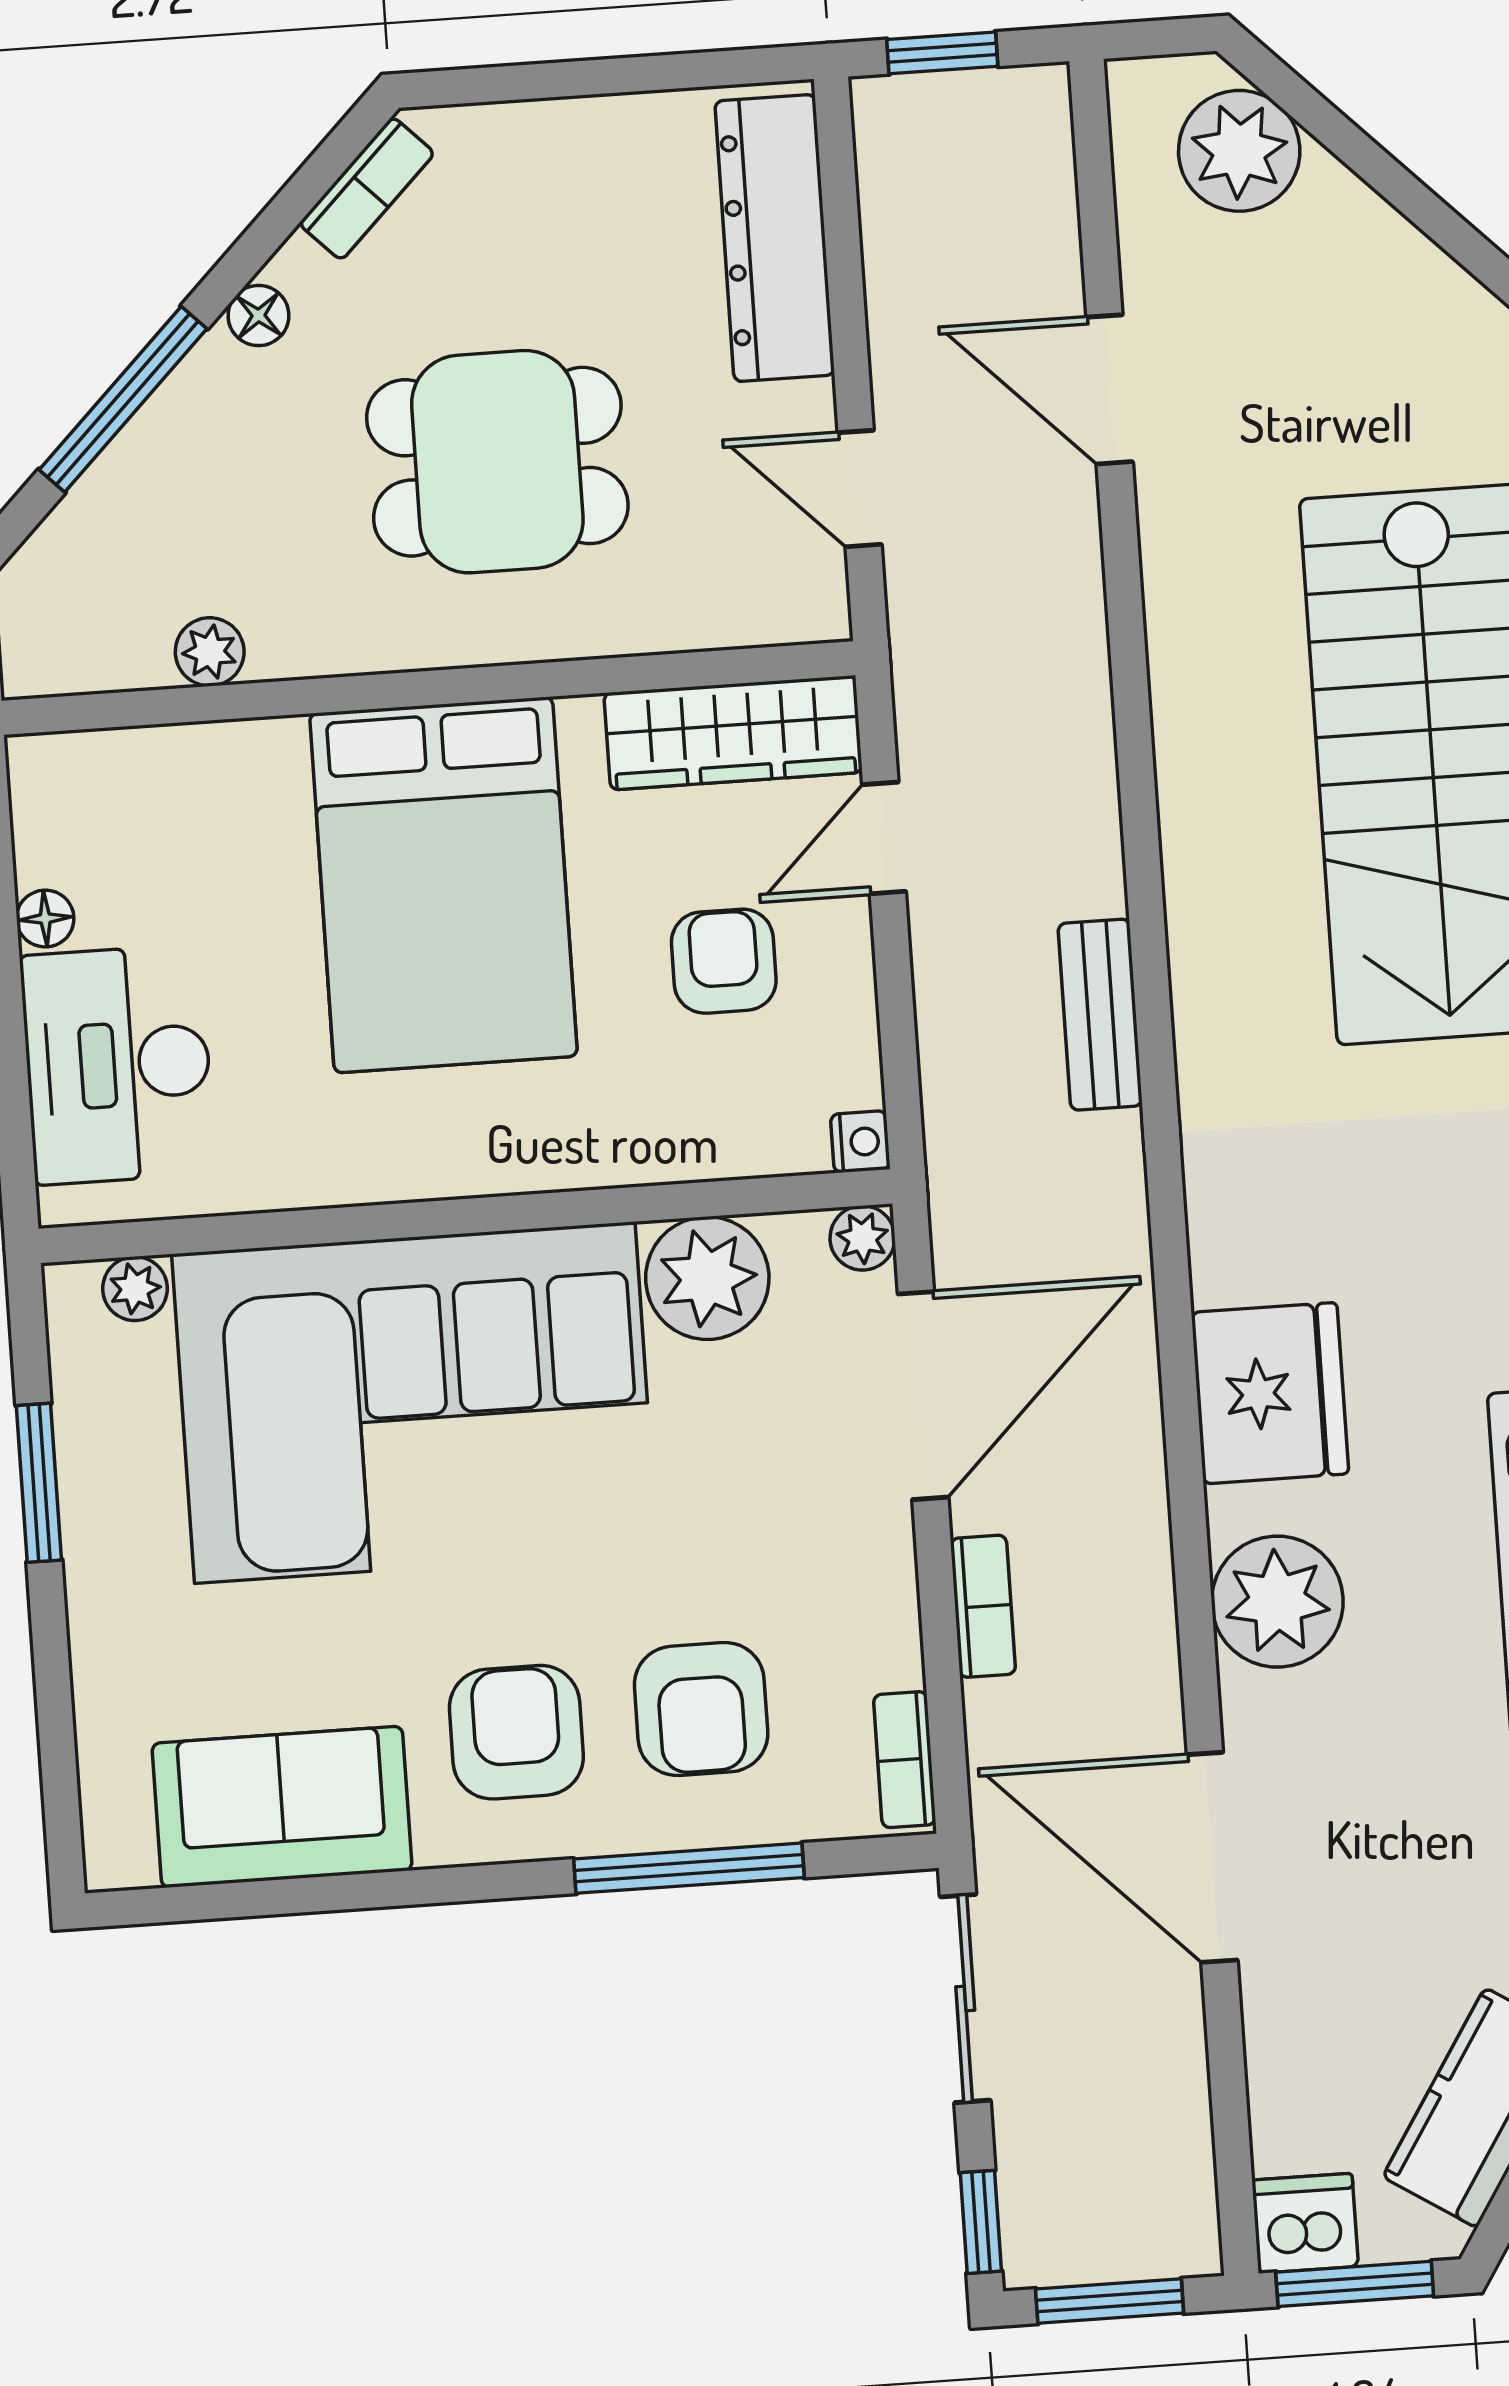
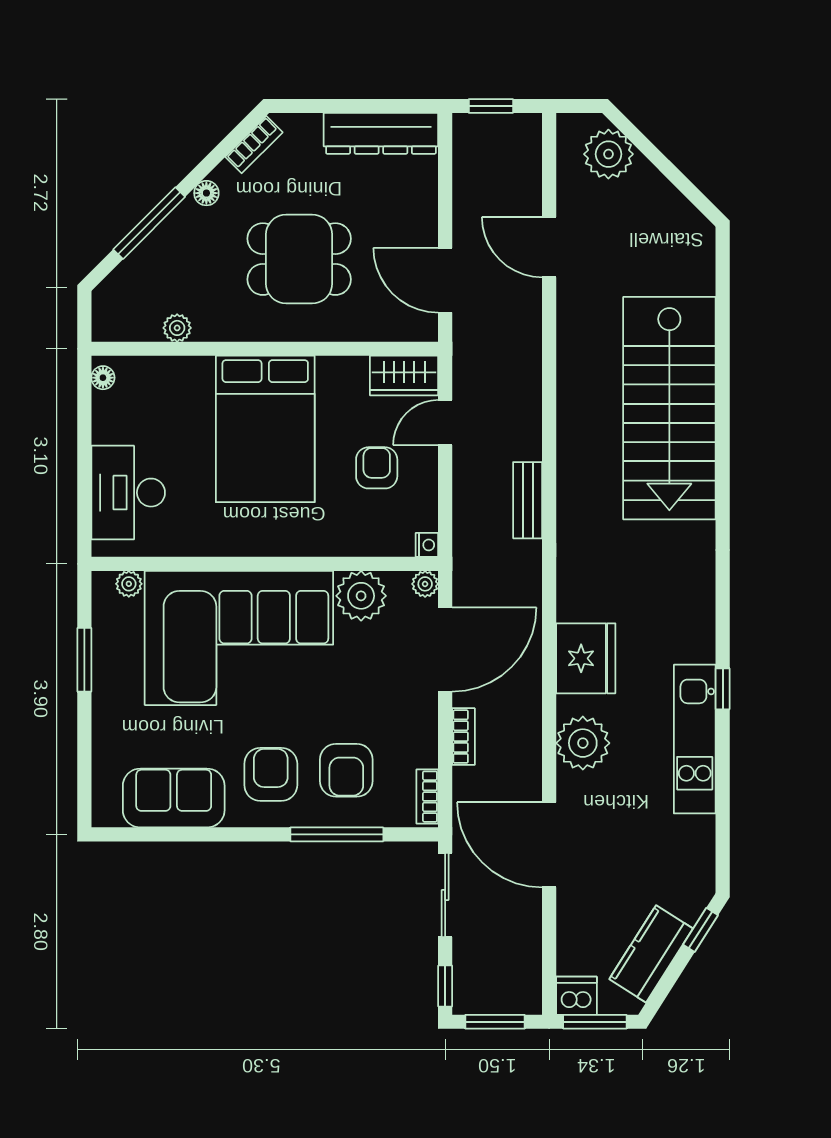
dresser: (775, 238) -> (381, 133), moved, turned -90
door: (860, 489) -> (445, 280), width x1.37
wardrobe: (733, 733) -> (404, 376), width x0.67
floor lamp: (45, 919) -> (103, 378), moved

